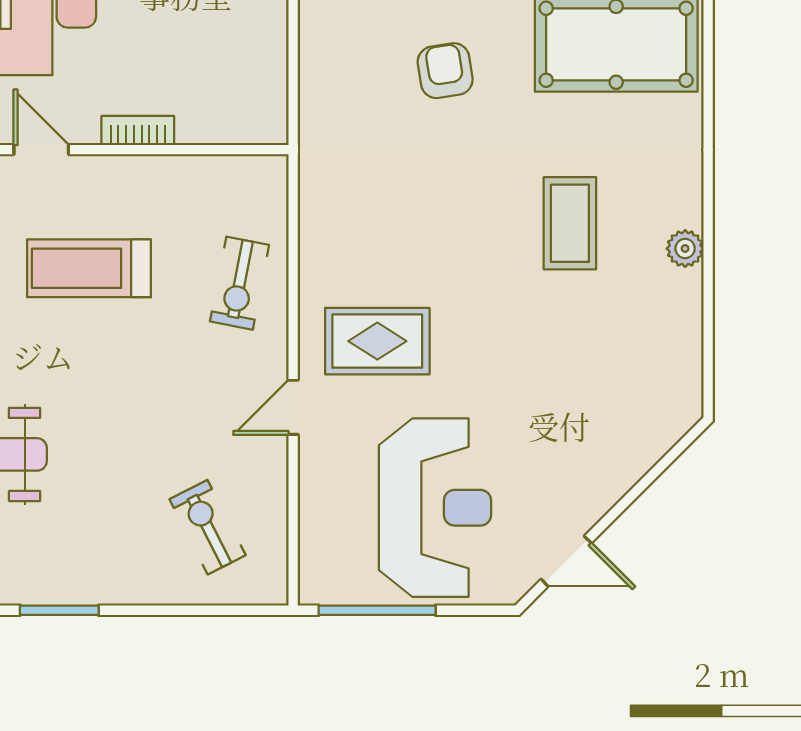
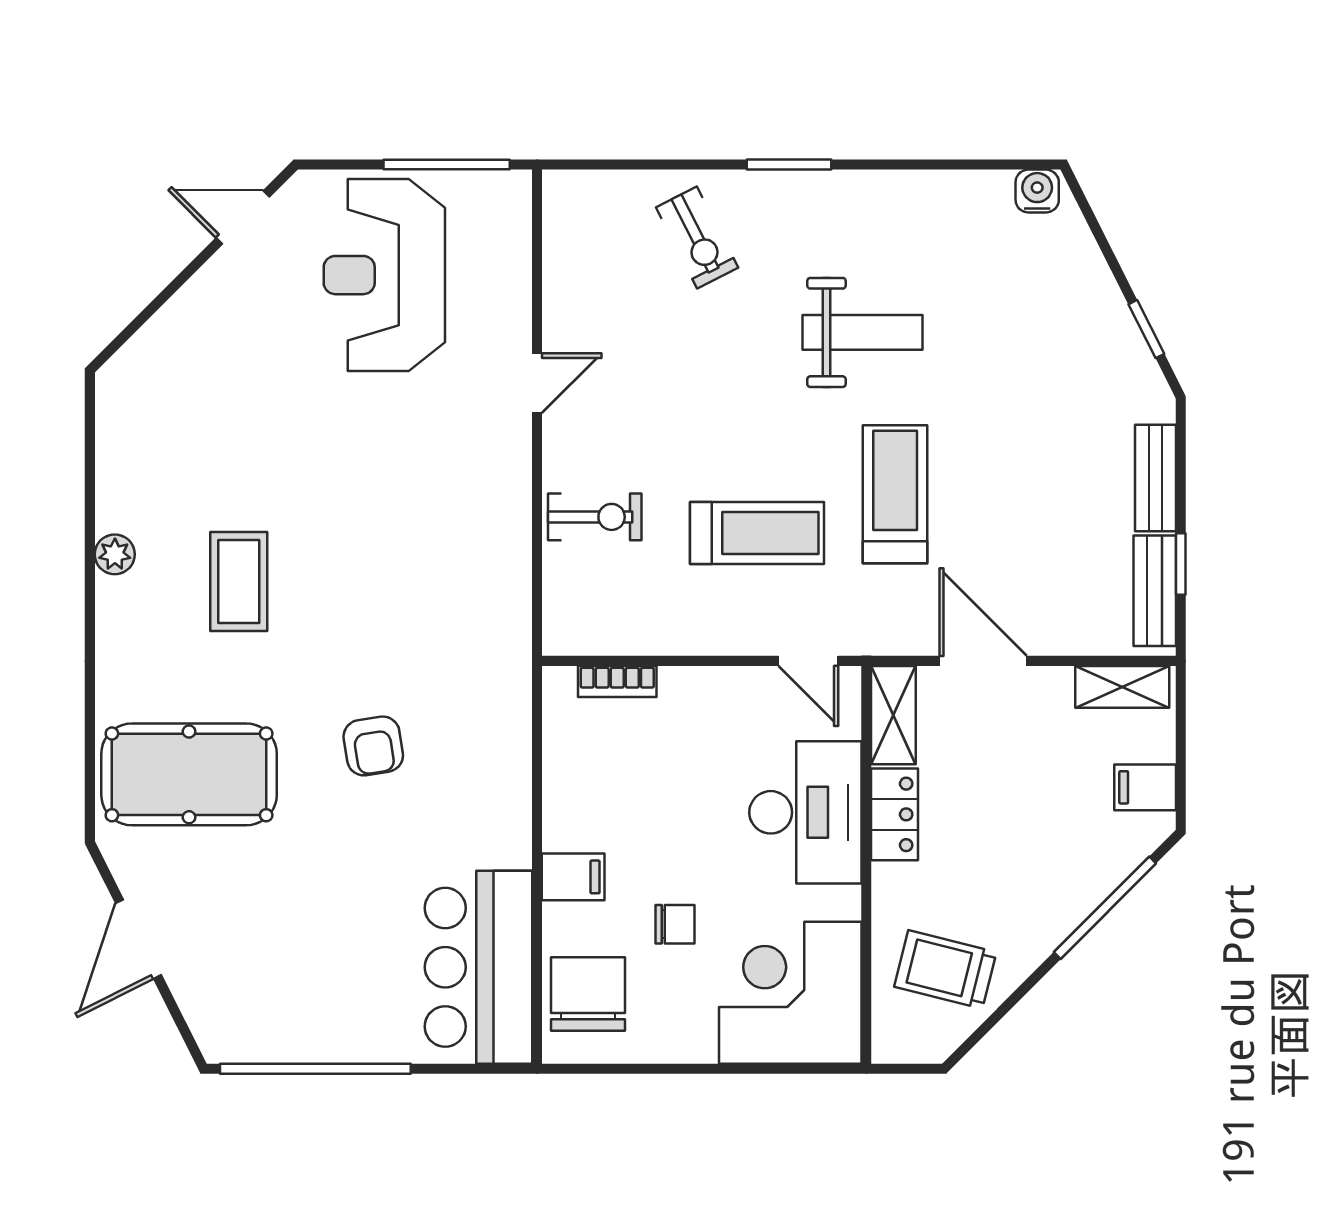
bookcase: (138, 131) -> (617, 681), moved
exercise bike: (240, 283) -> (595, 517), turned 79
rug: (377, 341) -> (446, 455), removed
exercise bike: (208, 527) -> (697, 238), moved

